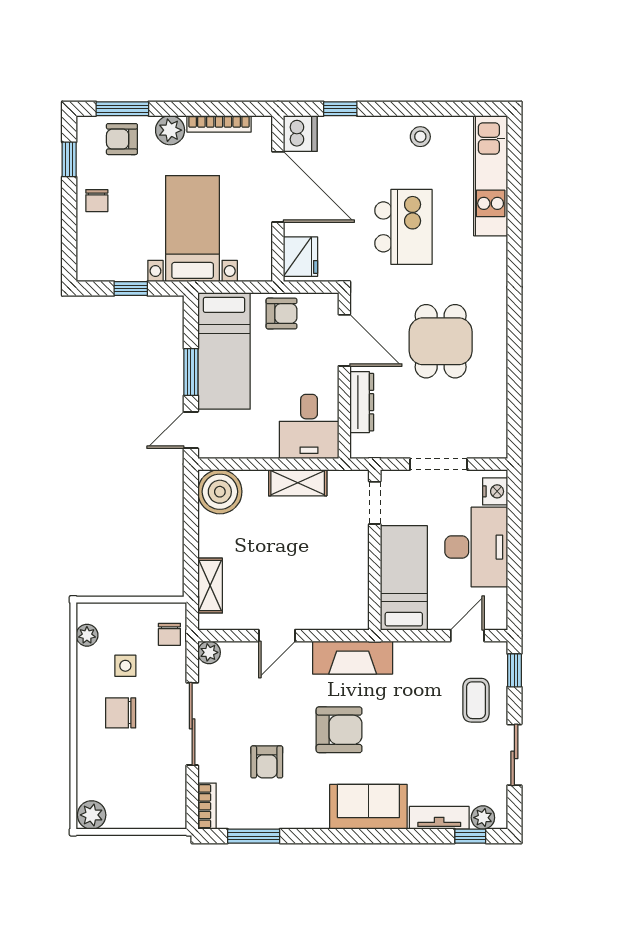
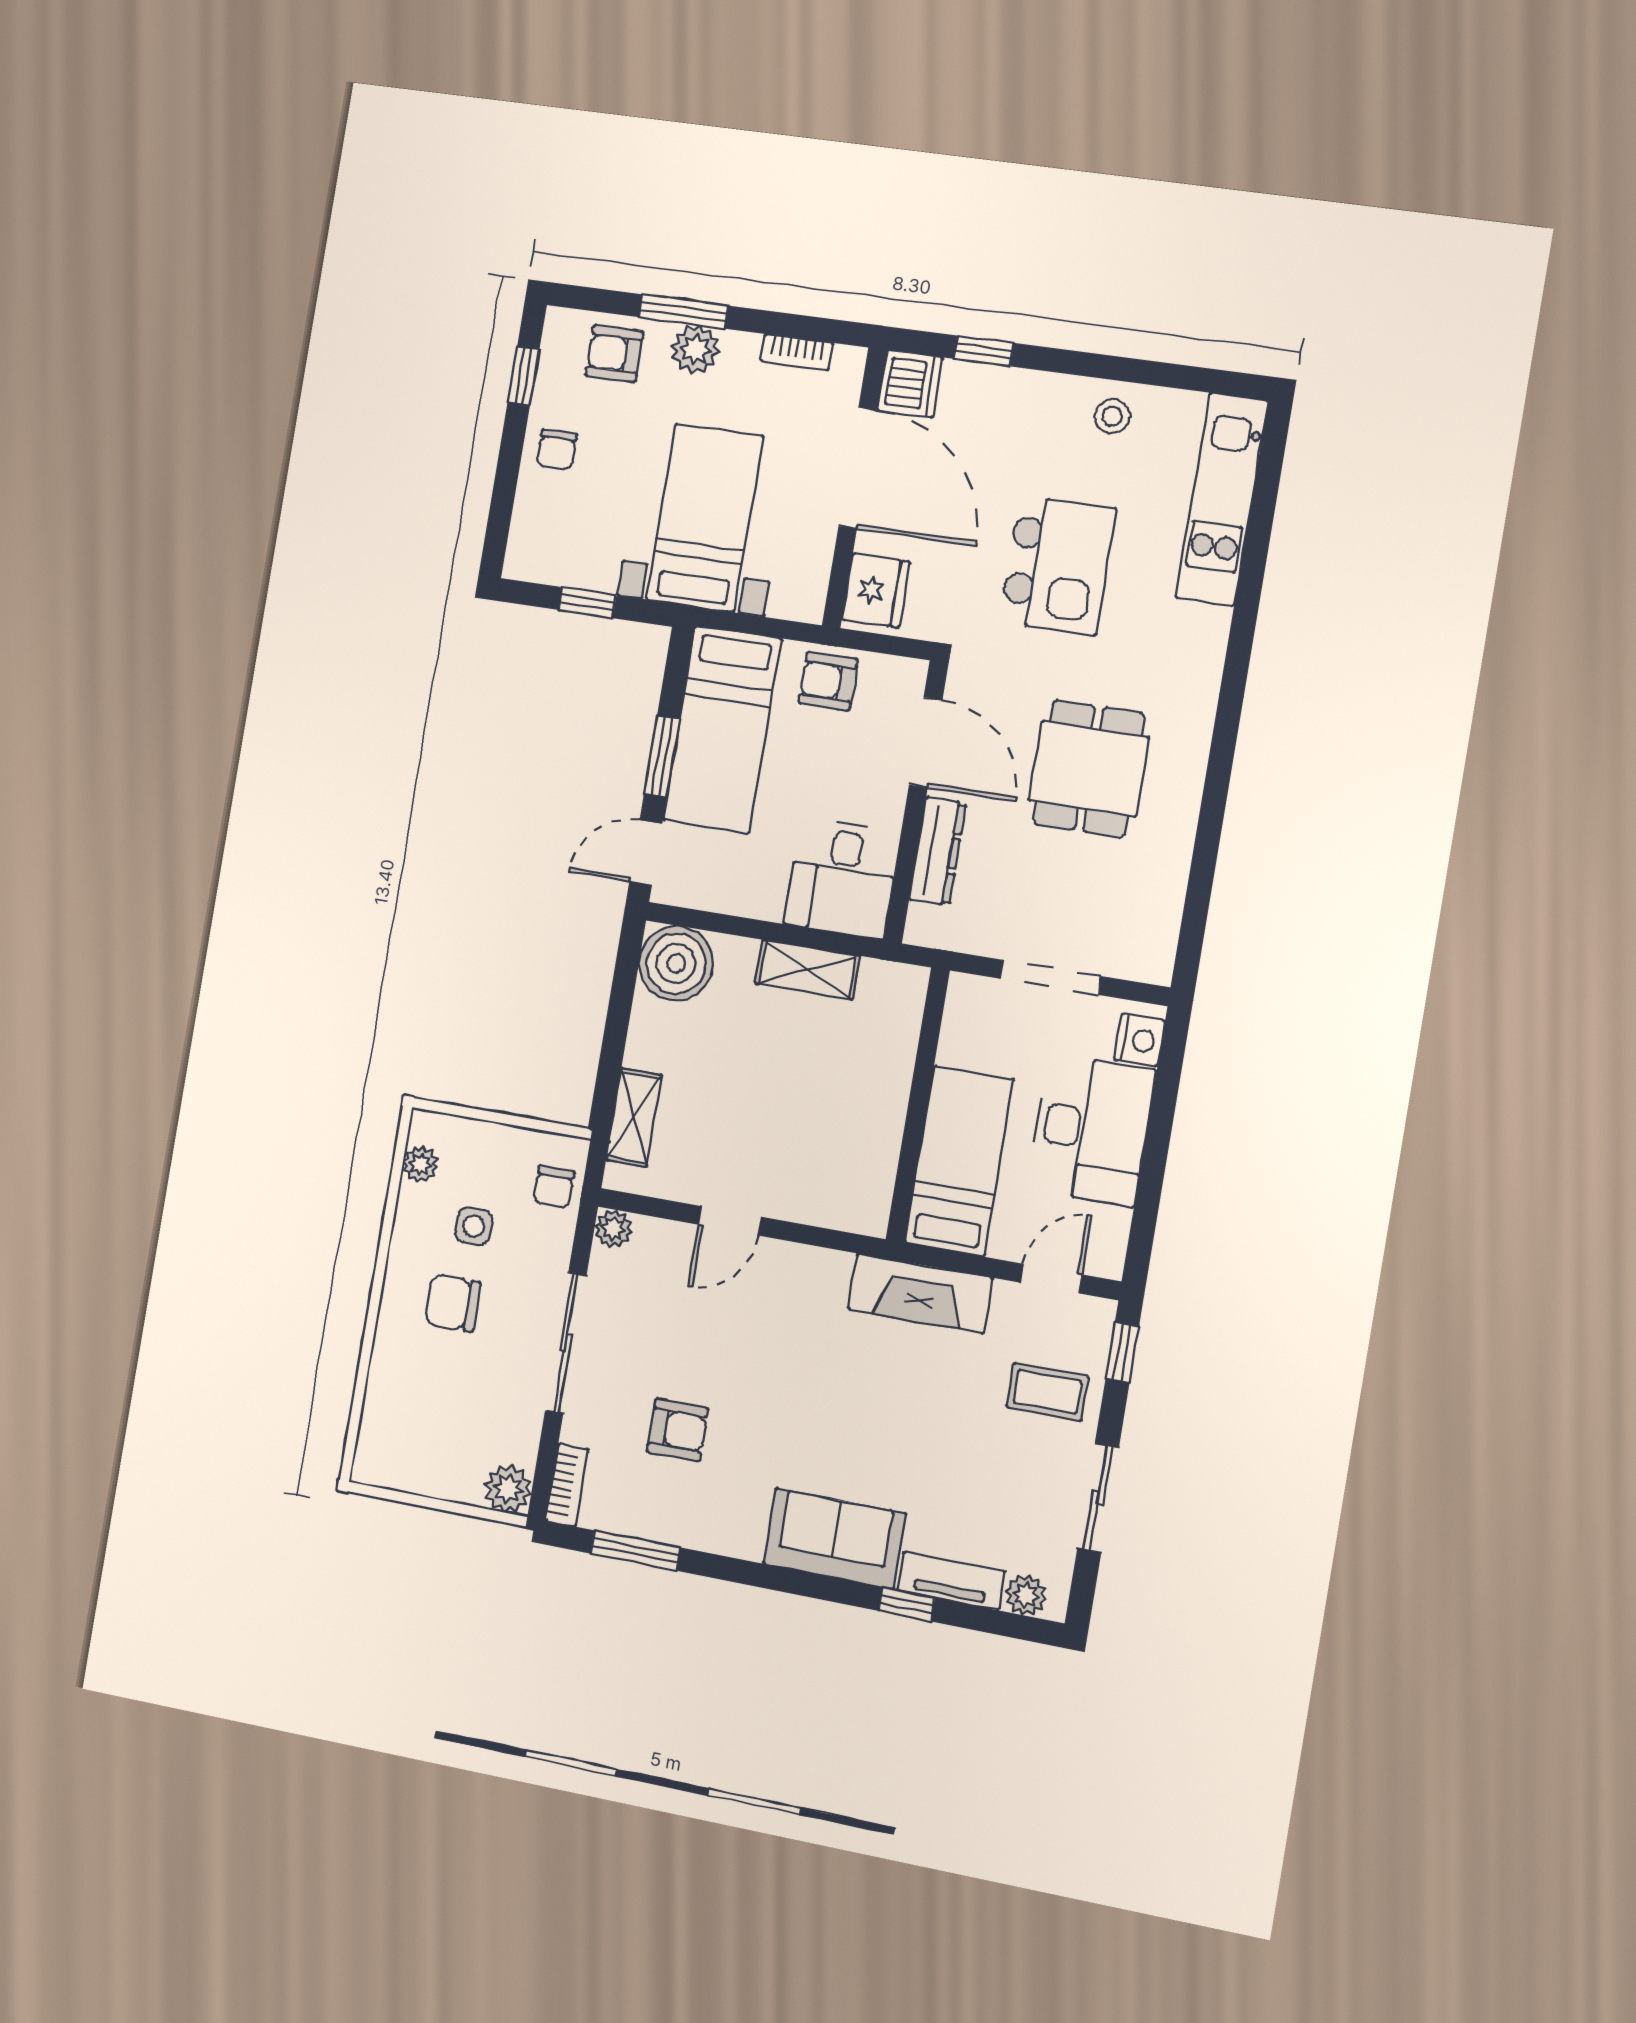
window: (122, 109) -> (683, 311), moved
bookcase: (219, 124) -> (797, 352), width x0.64
armchair: (282, 314) -> (828, 681), turned 180
doorway: (375, 503) -> (931, 1025), removed
fireplace: (353, 658) -> (920, 1294), moved
coffee table: (476, 700) -> (1047, 1392), turned 90
armchair: (339, 730) -> (807, 1399), removed
armchair: (267, 762) -> (678, 1430), turned -90
plant: (92, 815) -> (508, 1489), moved
window: (470, 836) -> (907, 1604), moved

